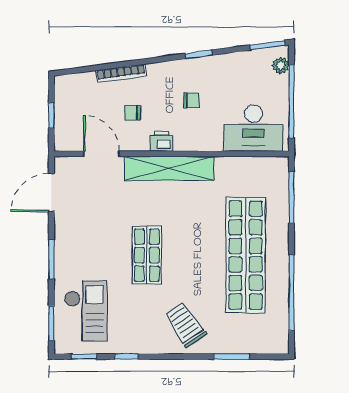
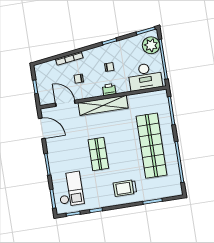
plant: (281, 66) -> (151, 45), width x1.88, depth x1.88
printer: (162, 141) -> (109, 89), moved
door: (51, 193) -> (42, 128), swing flipped
trolley: (185, 325) -> (125, 188), turned -56

